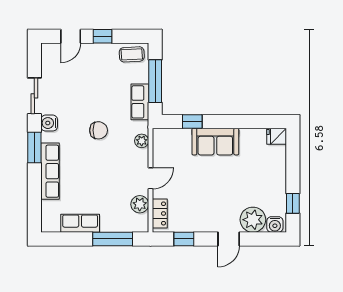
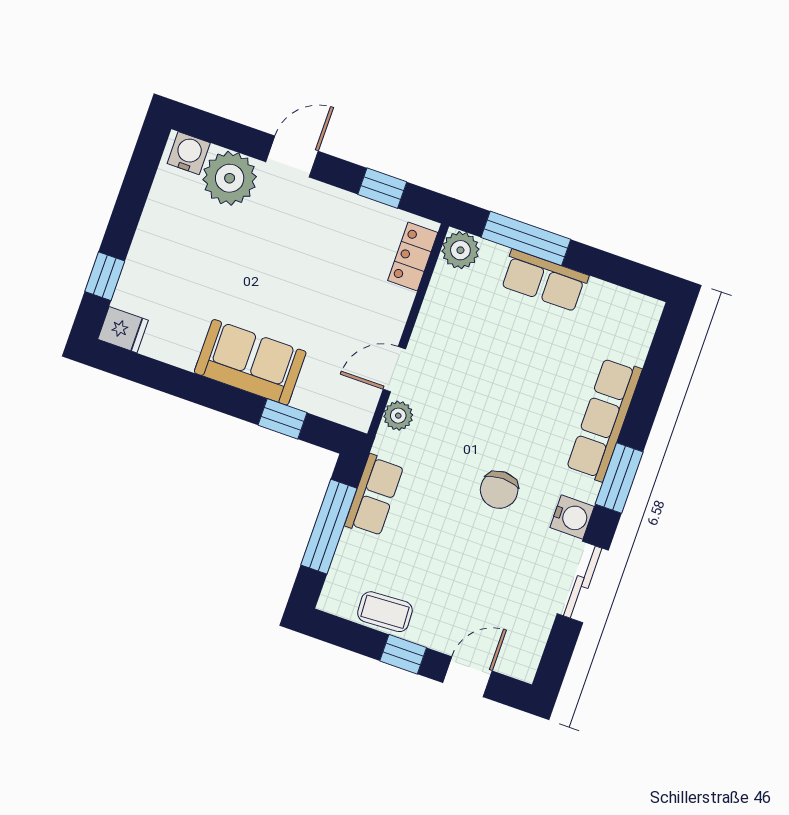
coffee table: (132, 54) -> (385, 612), moved
chair: (99, 130) -> (499, 490), moved, turned -90
door: (151, 178) -> (394, 369), moved
window: (293, 203) -> (105, 276), moved
plant: (140, 204) -> (460, 250), moved
row of seats: (80, 223) -> (544, 280), moved

